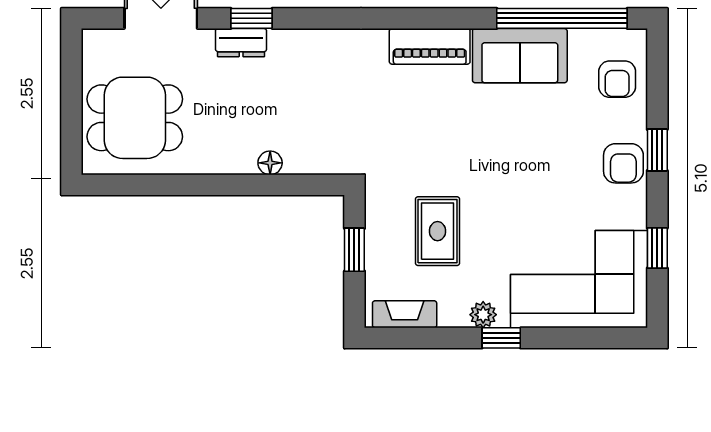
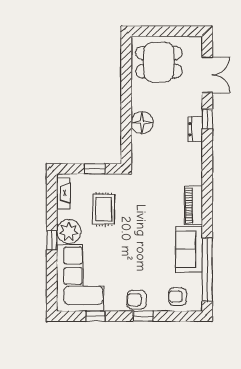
dresser: (241, 43) -> (195, 129), moved
dining table: (135, 118) -> (159, 62), turned 90
floor lamp: (270, 163) -> (142, 123), width x1.89, depth x1.89
rug: (437, 231) -> (104, 209), turned 90
plant: (483, 315) -> (69, 231), width x1.88, depth x1.88

